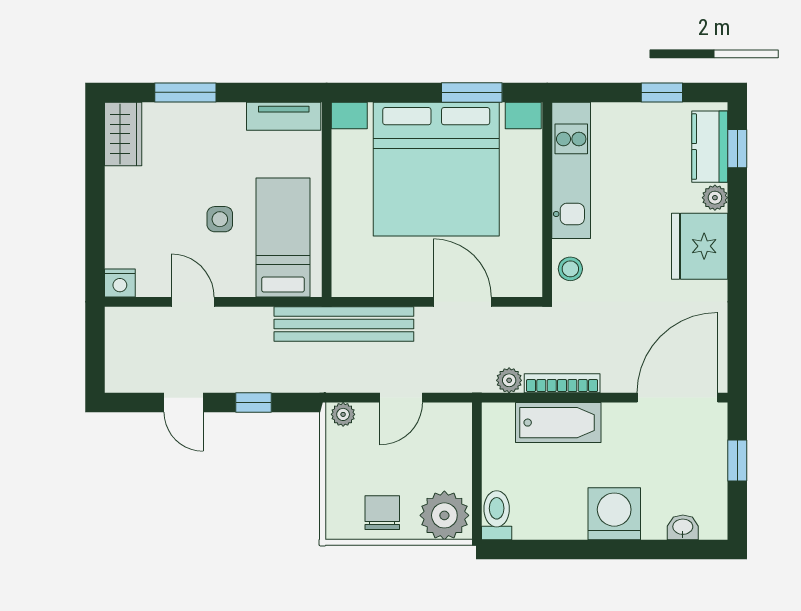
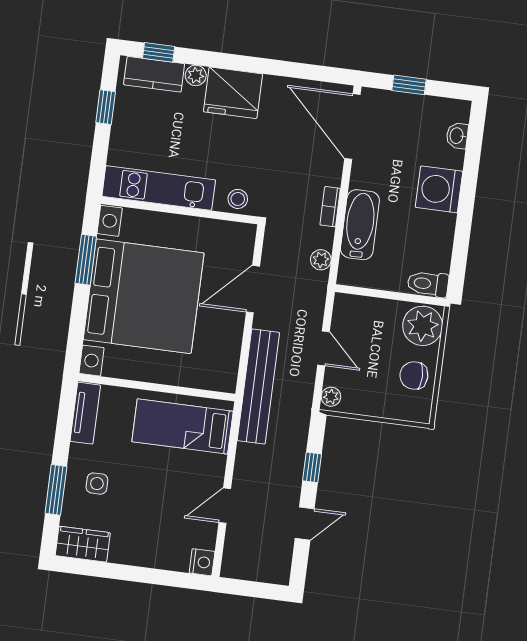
side table: (220, 219) -> (97, 484), moved
bookcase: (562, 383) -> (330, 207), width x0.64

